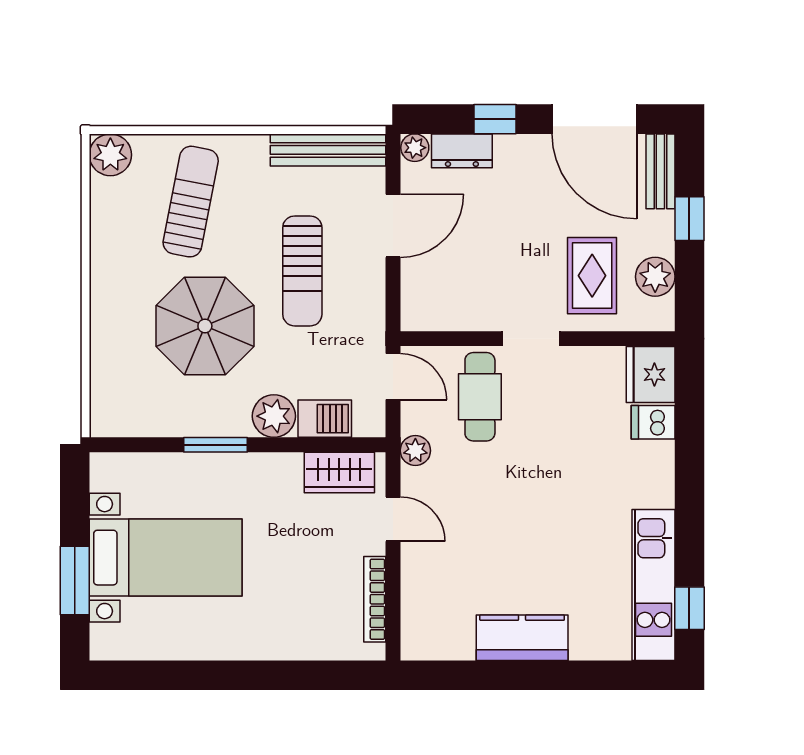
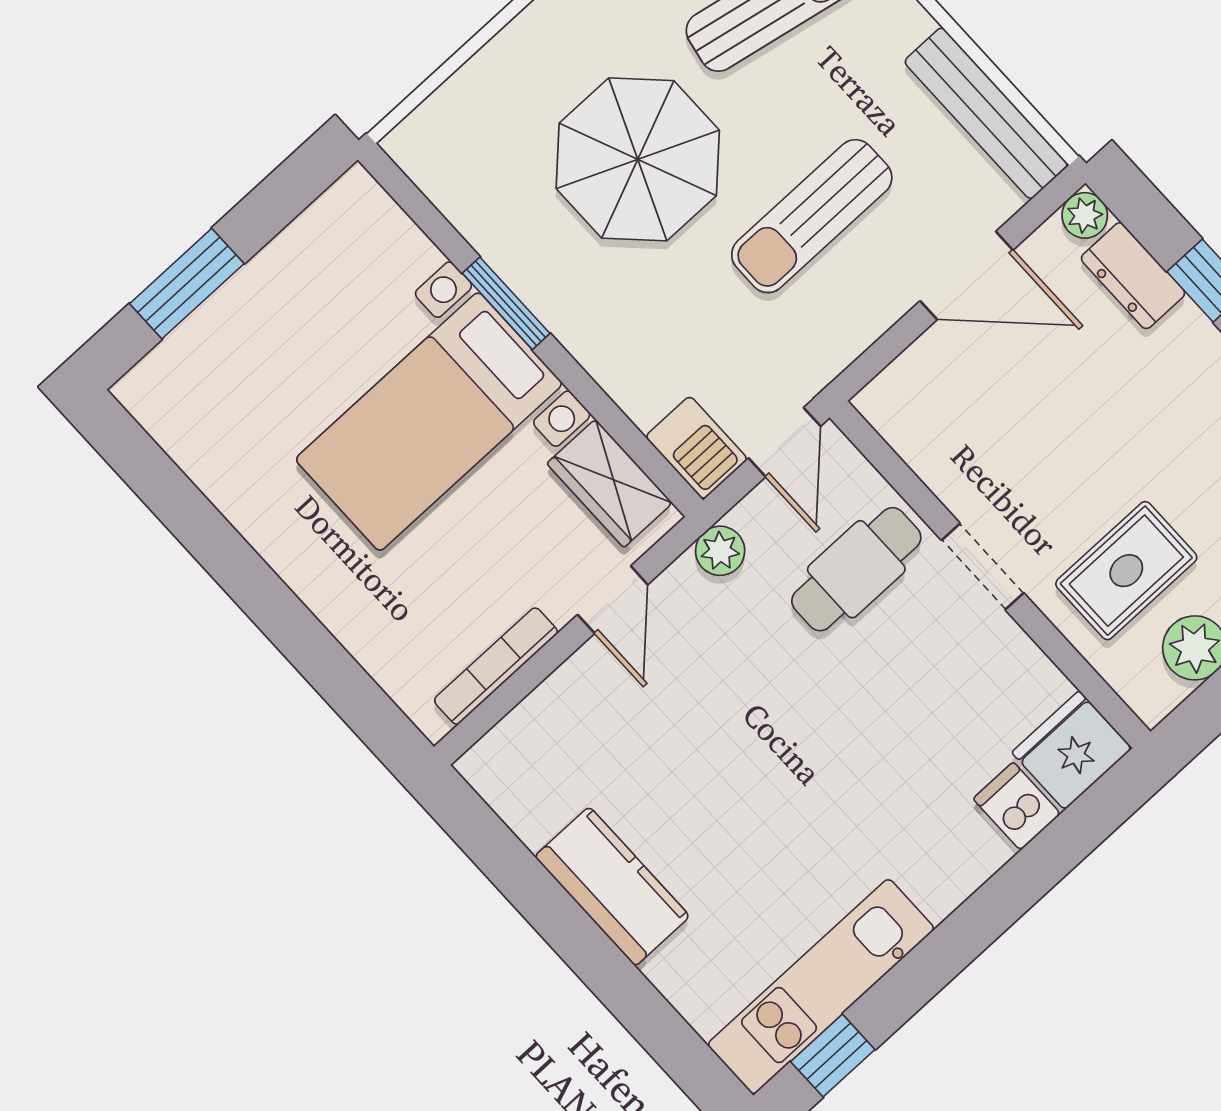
plant: (274, 416) -> (605, 342), removed
barbecue: (325, 419) -> (696, 448), moved
bed with nightstands: (166, 558) -> (429, 422), moved, turned 90

